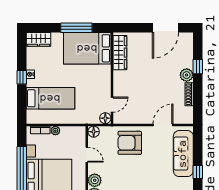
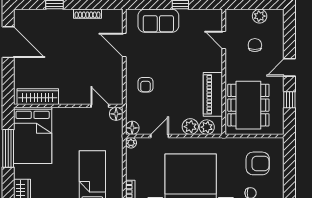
plant: (187, 75) -> (65, 17), removed
plant: (55, 131) -> (131, 143), moved
armchair: (130, 143) -> (146, 85), width x0.53, depth x0.53
sofa: (183, 154) -> (158, 21), width x0.73

